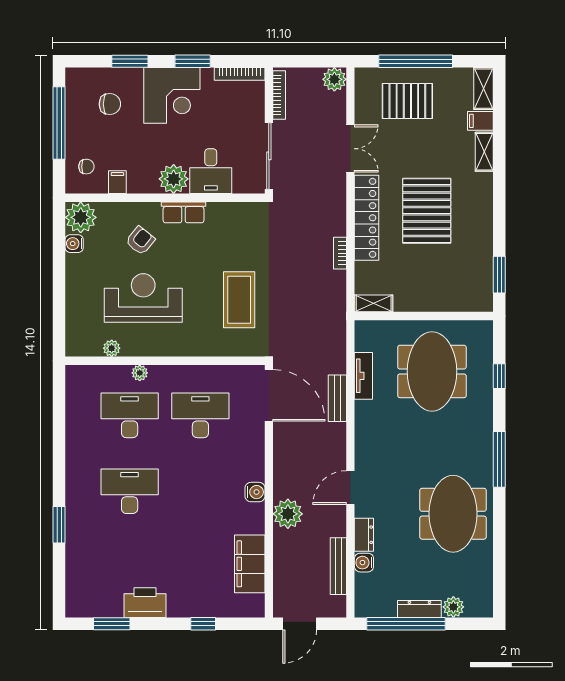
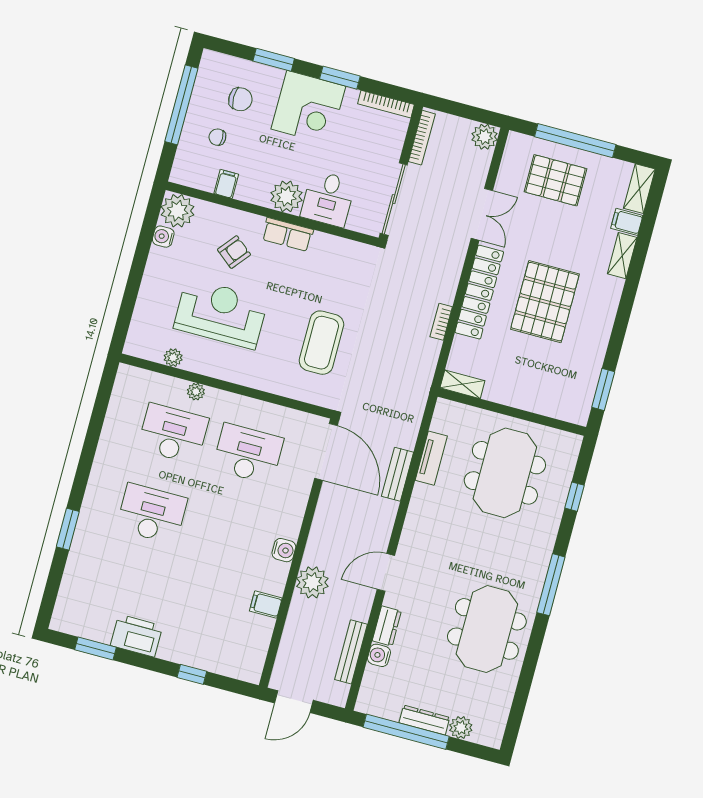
chair: (86, 167) -> (217, 137), moved, turned 180
filing cabinet: (250, 564) -> (266, 605), width x0.33, depth x0.86

